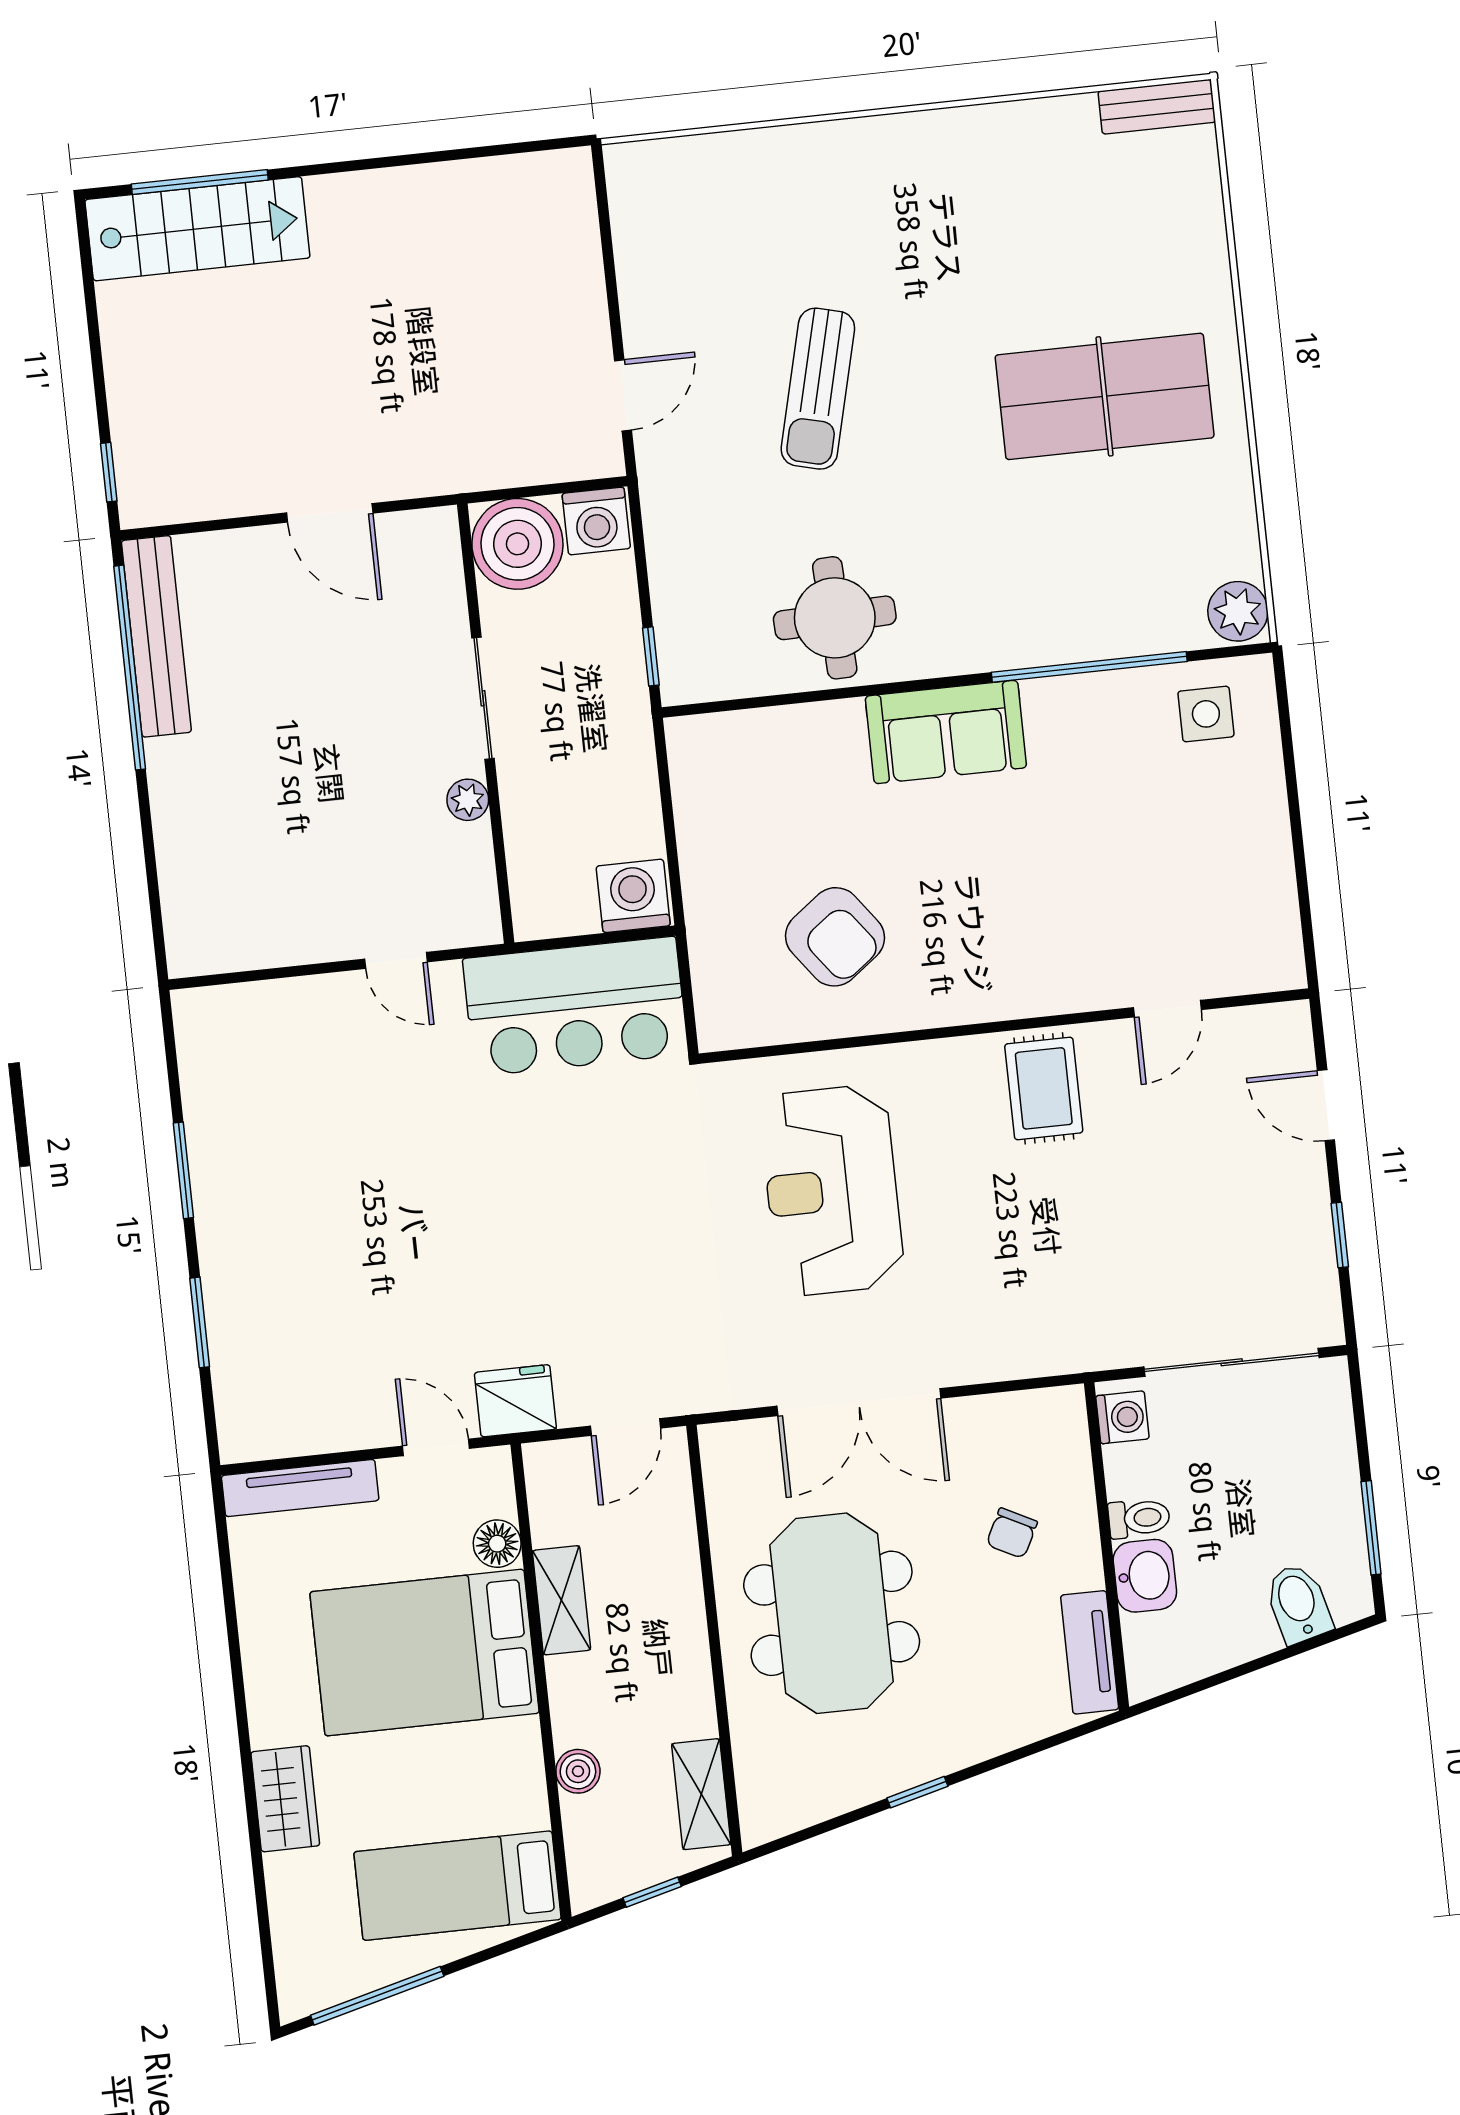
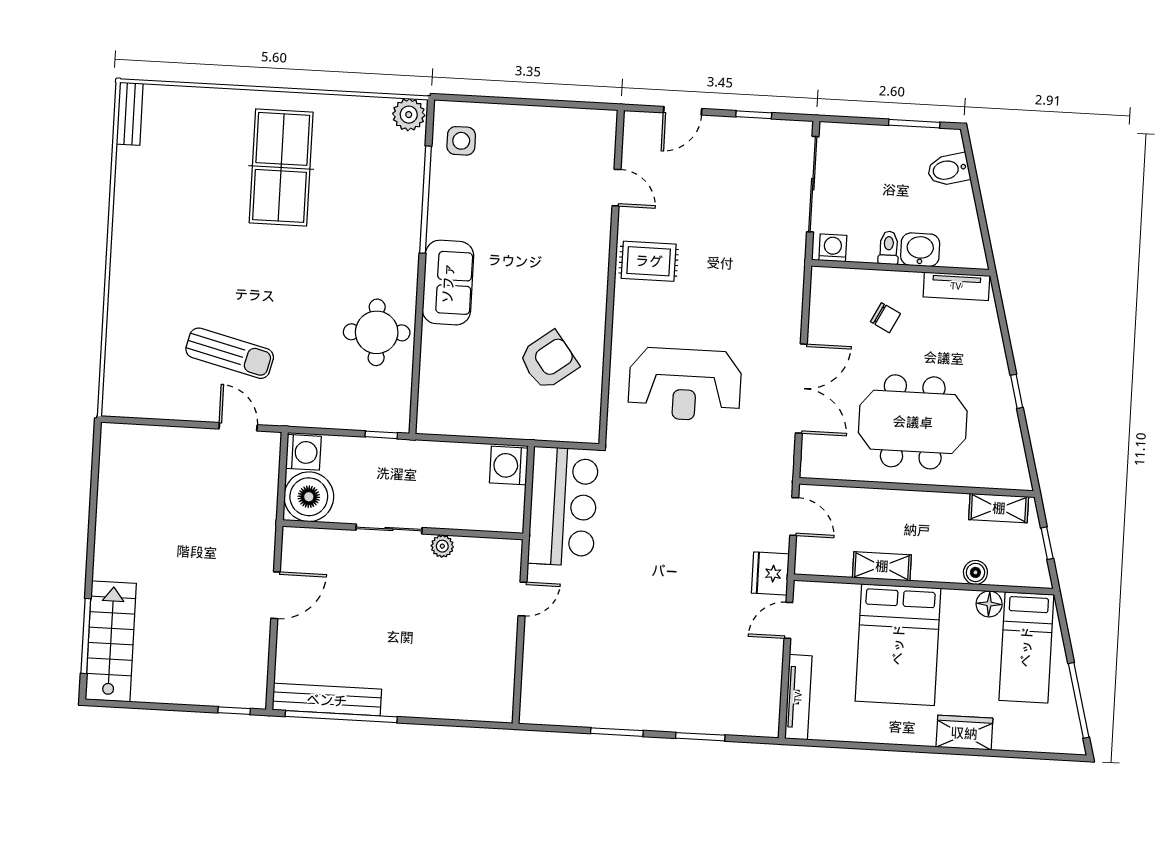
sun lounger: (818, 389) -> (230, 353), moved
floor lamp: (497, 1544) -> (989, 604), moved

